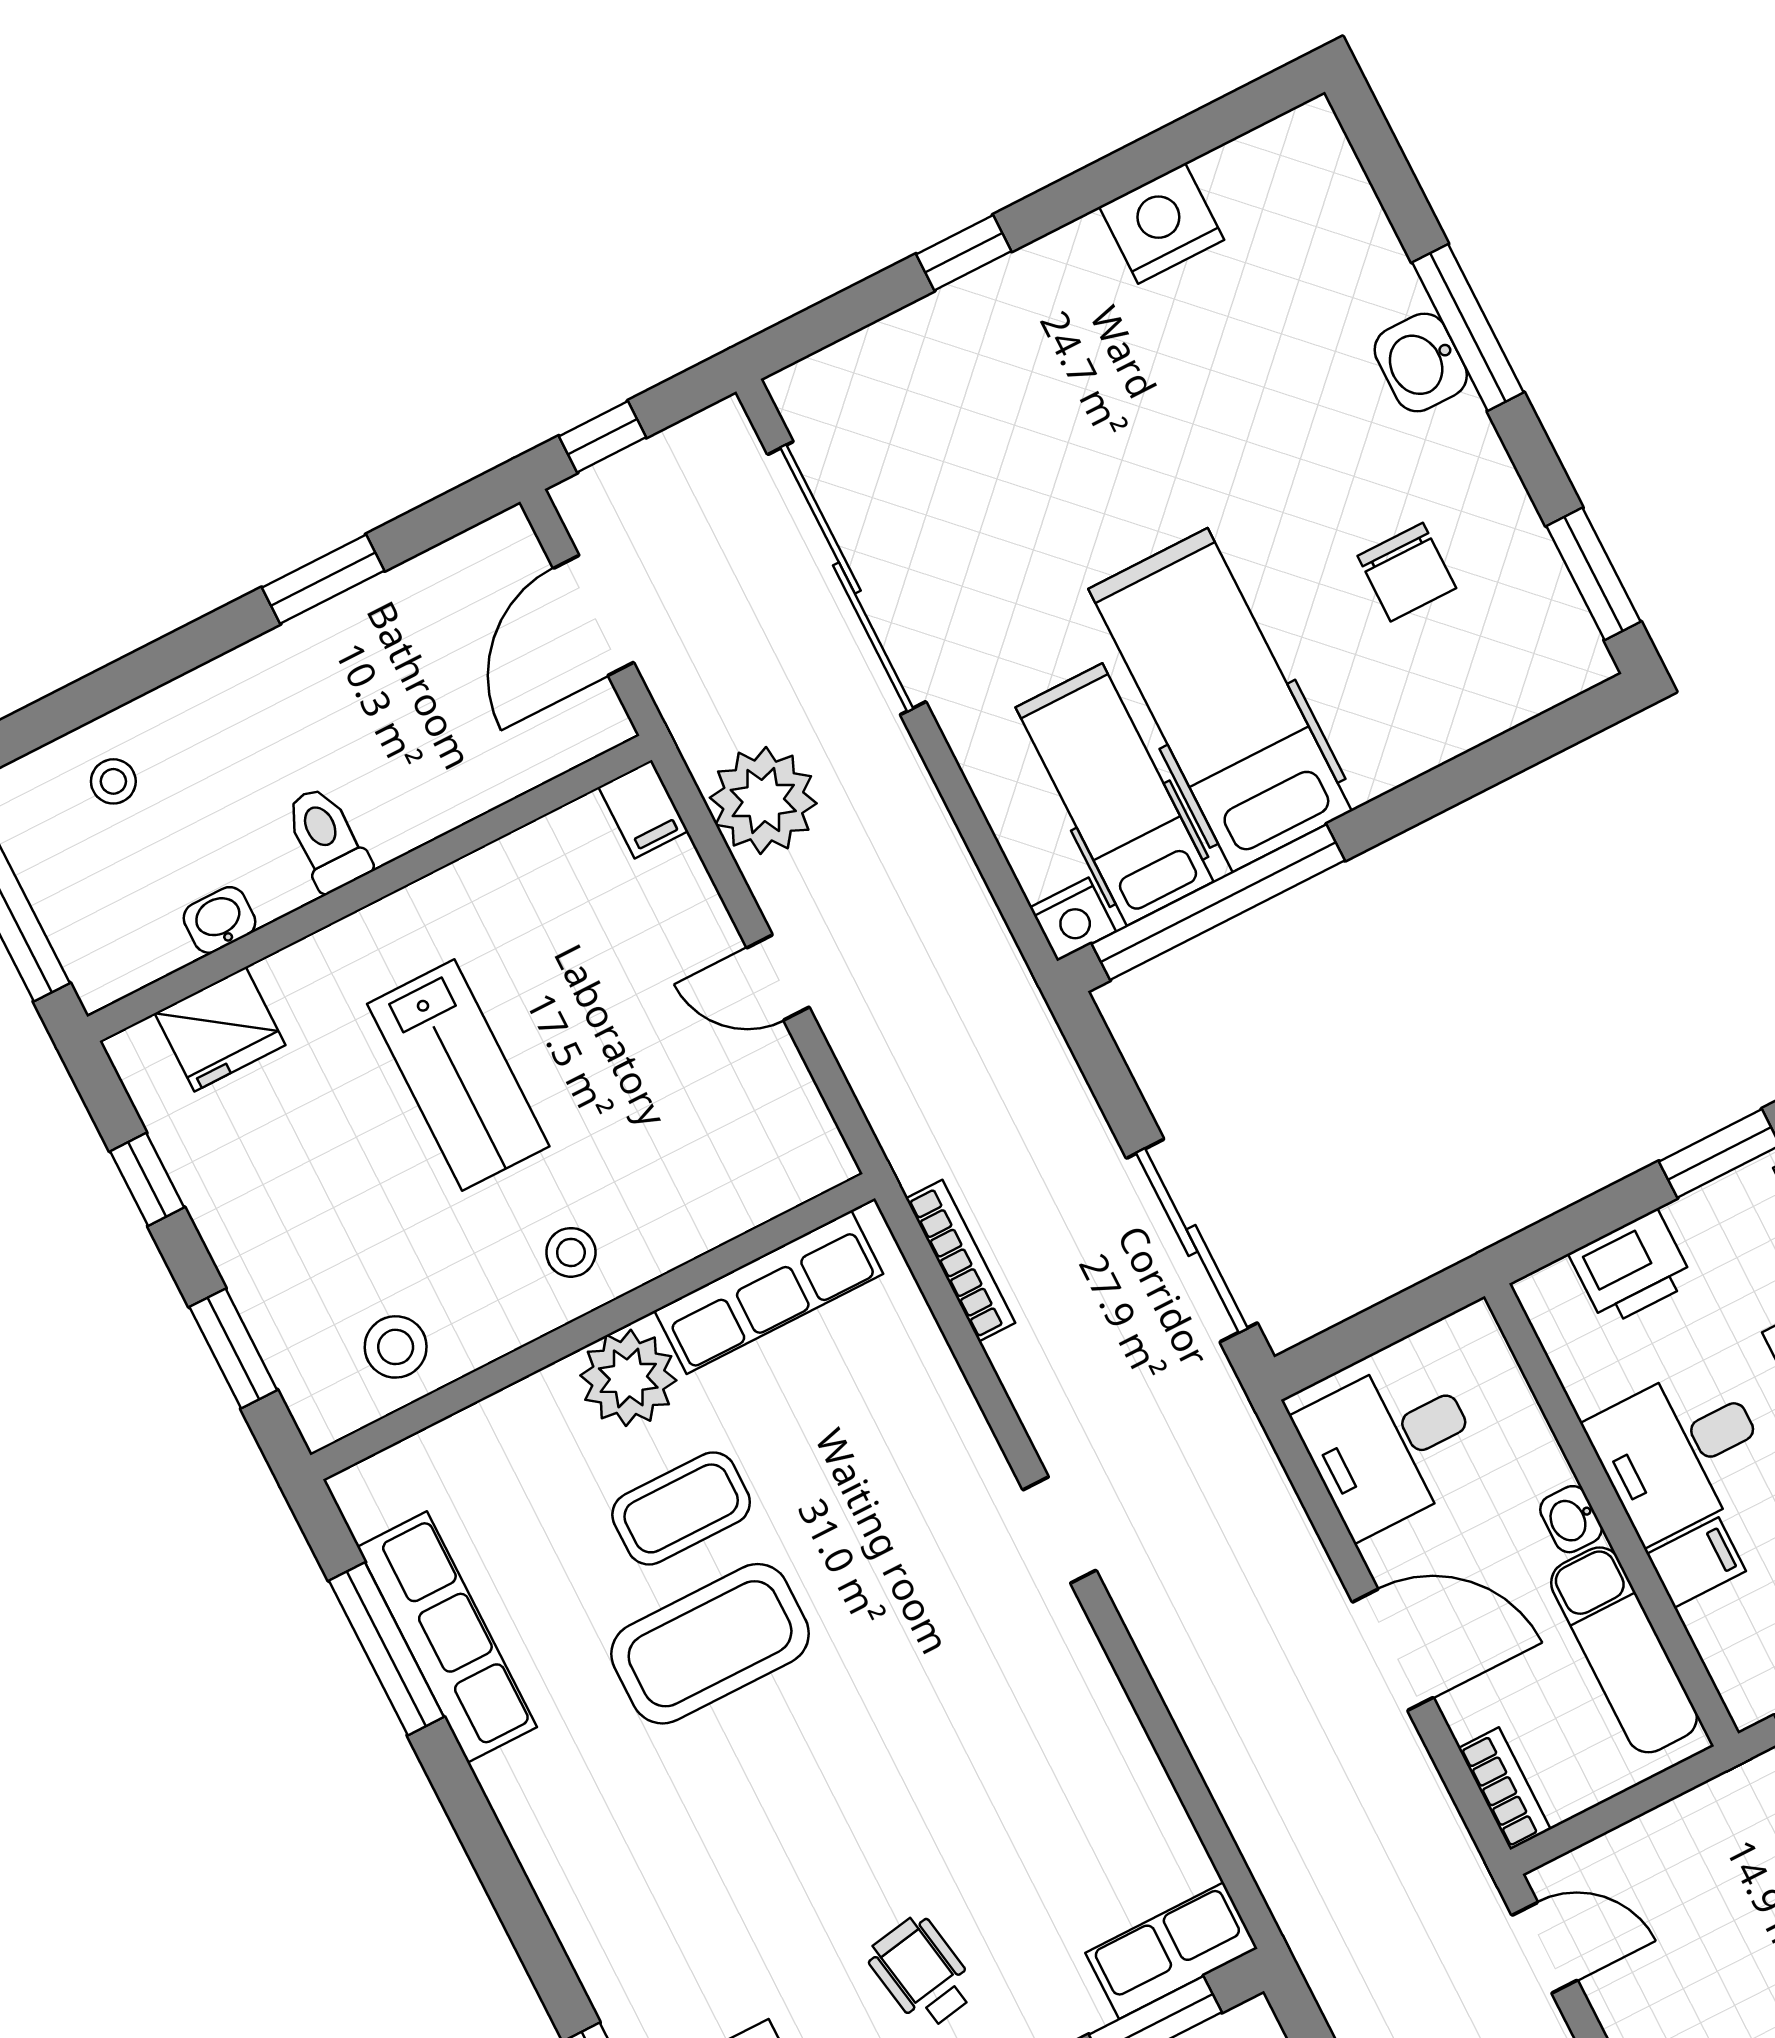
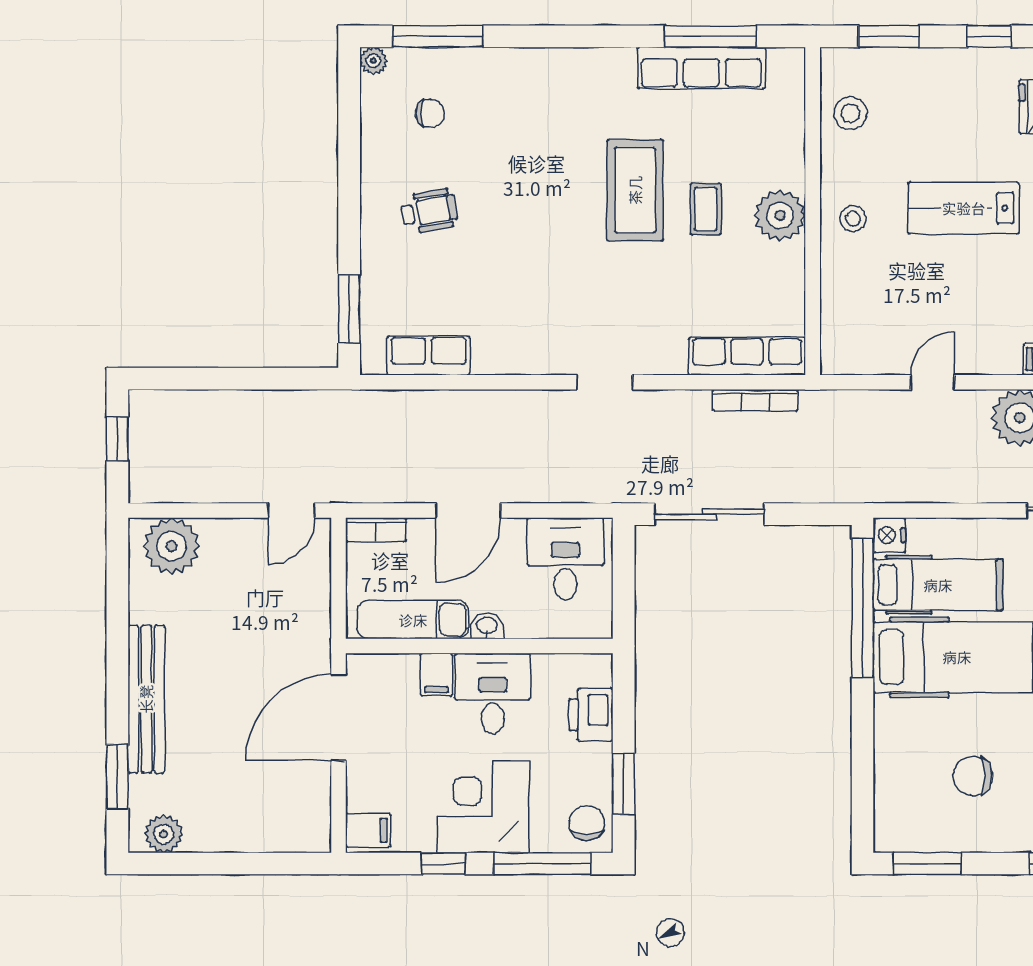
row of seats: (769, 1292) -> (747, 356), moved, turned 90
coffee table: (681, 1508) -> (706, 209), width x0.73, depth x0.77
row of seats: (1171, 1951) -> (428, 355), moved, turned -90

